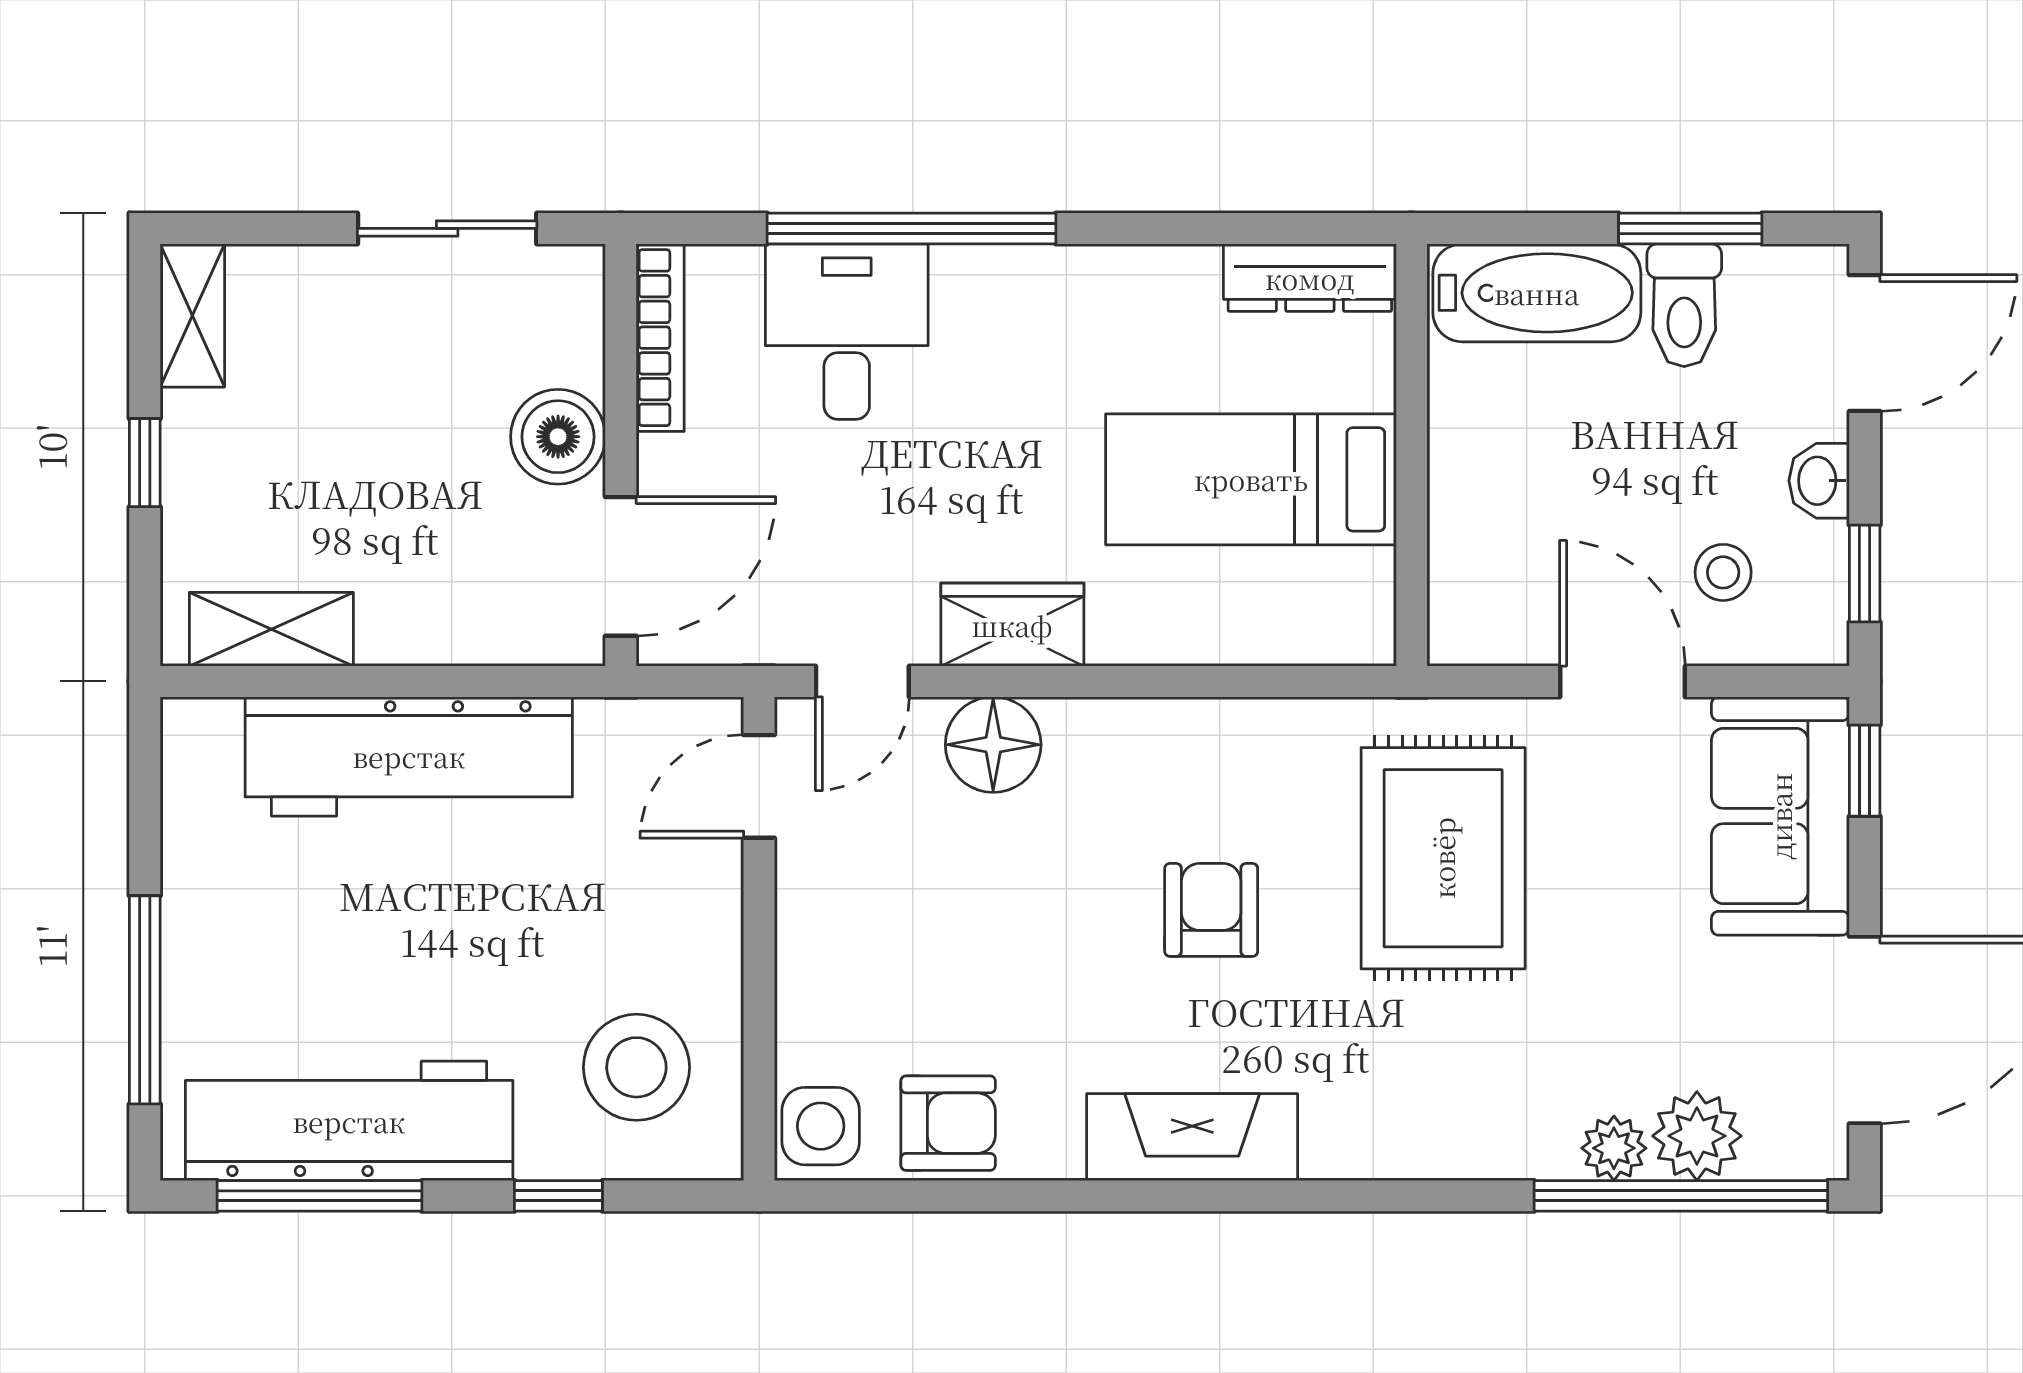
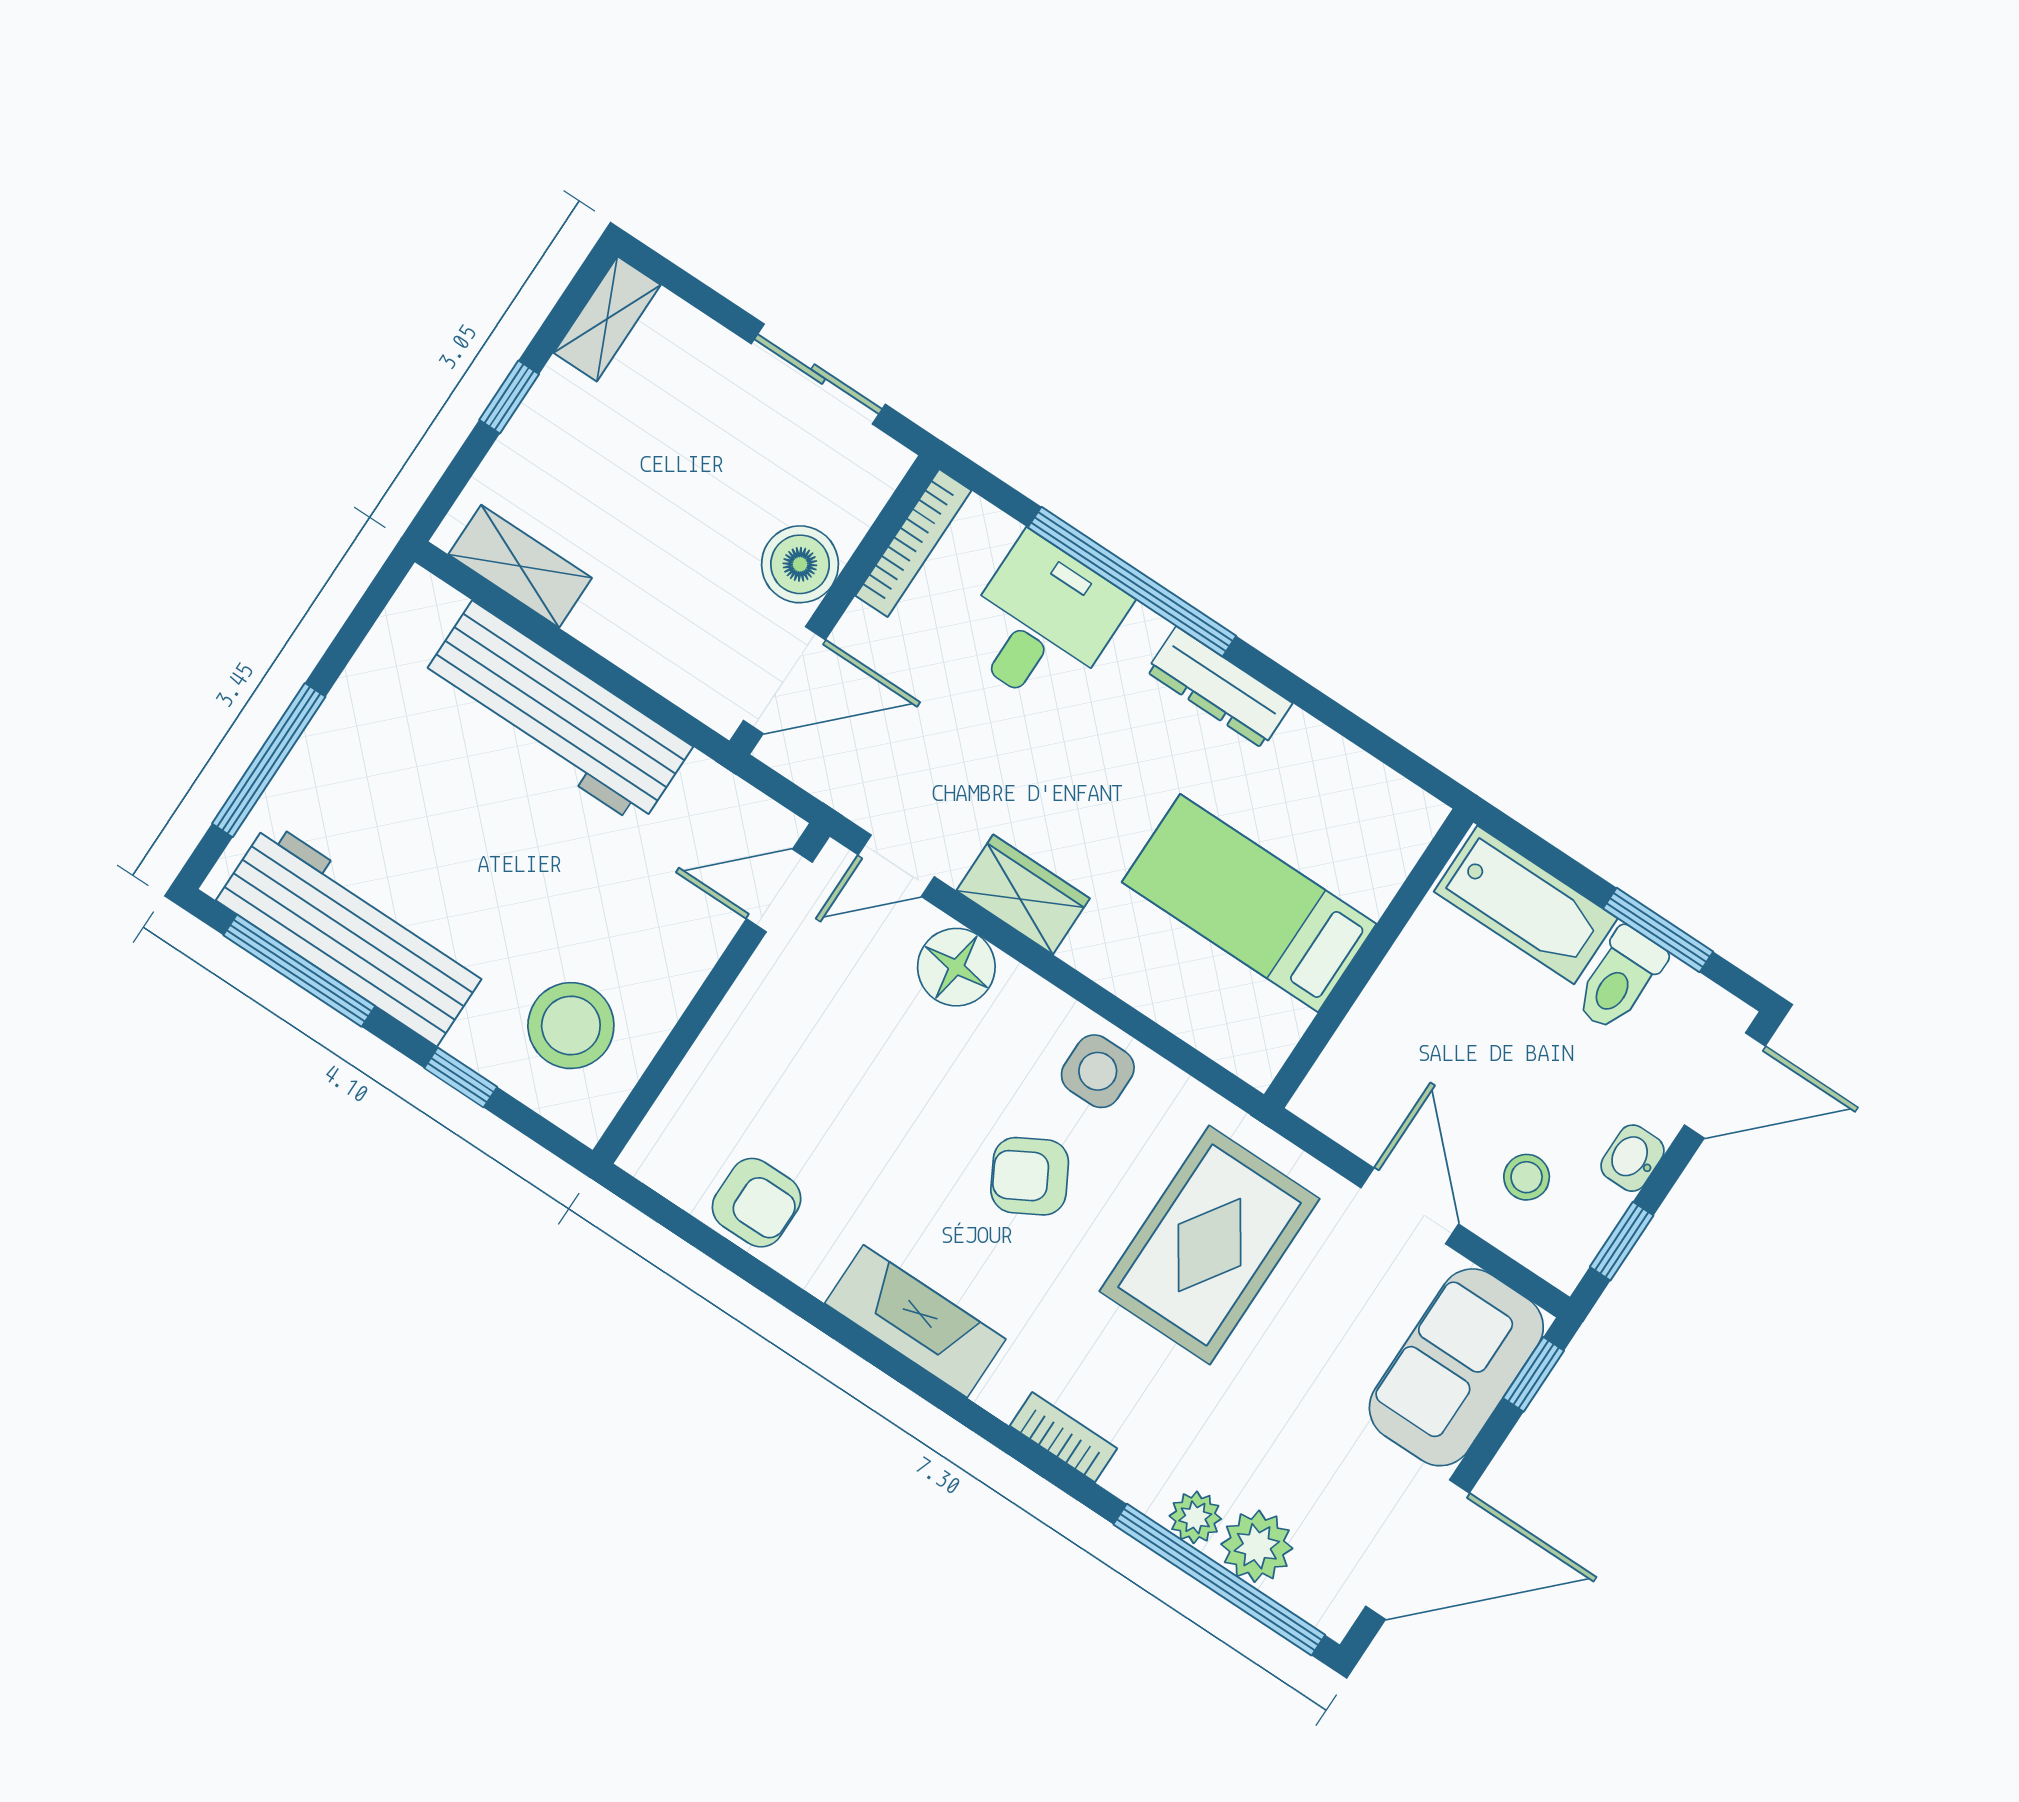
dresser: (1310, 278) -> (1219, 687), moved
armchair: (1211, 910) -> (1030, 1176), turned -119
side table: (821, 1126) -> (1098, 1071), moved
bookcase: (1424, 1155) -> (1064, 1437), added

